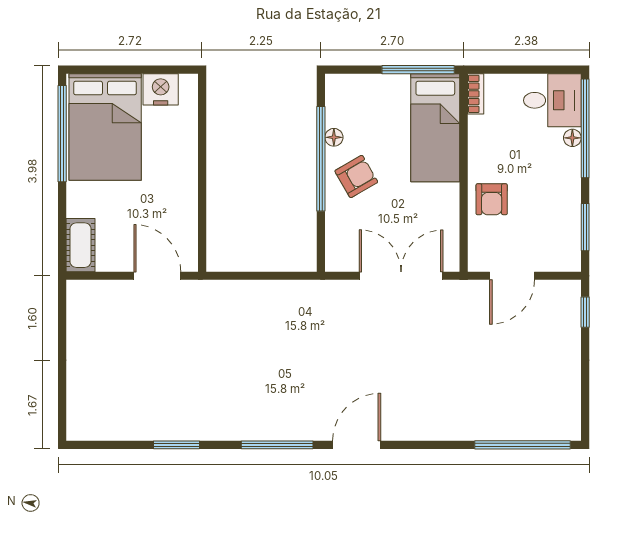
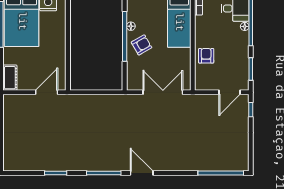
armchair: (492, 199) -> (206, 56), turned 180
door: (157, 276) -> (47, 92), hinge flipped
door: (512, 276) -> (230, 92), moved
door: (357, 445) -> (142, 173), hinge flipped

